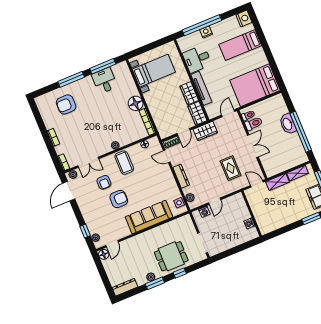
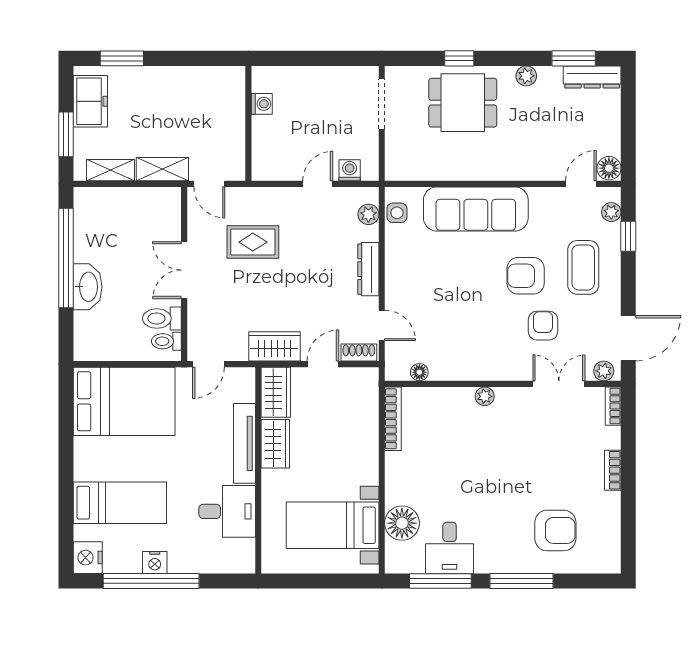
window: (202, 25) -> (151, 581), moved
nightstand: (206, 32) -> (155, 562), moved
floor lamp: (136, 103) -> (402, 523), moved
coffee table: (124, 163) -> (583, 267), moved
rug: (230, 168) -> (253, 242), turned 90
window: (155, 283) -> (574, 58), moved

